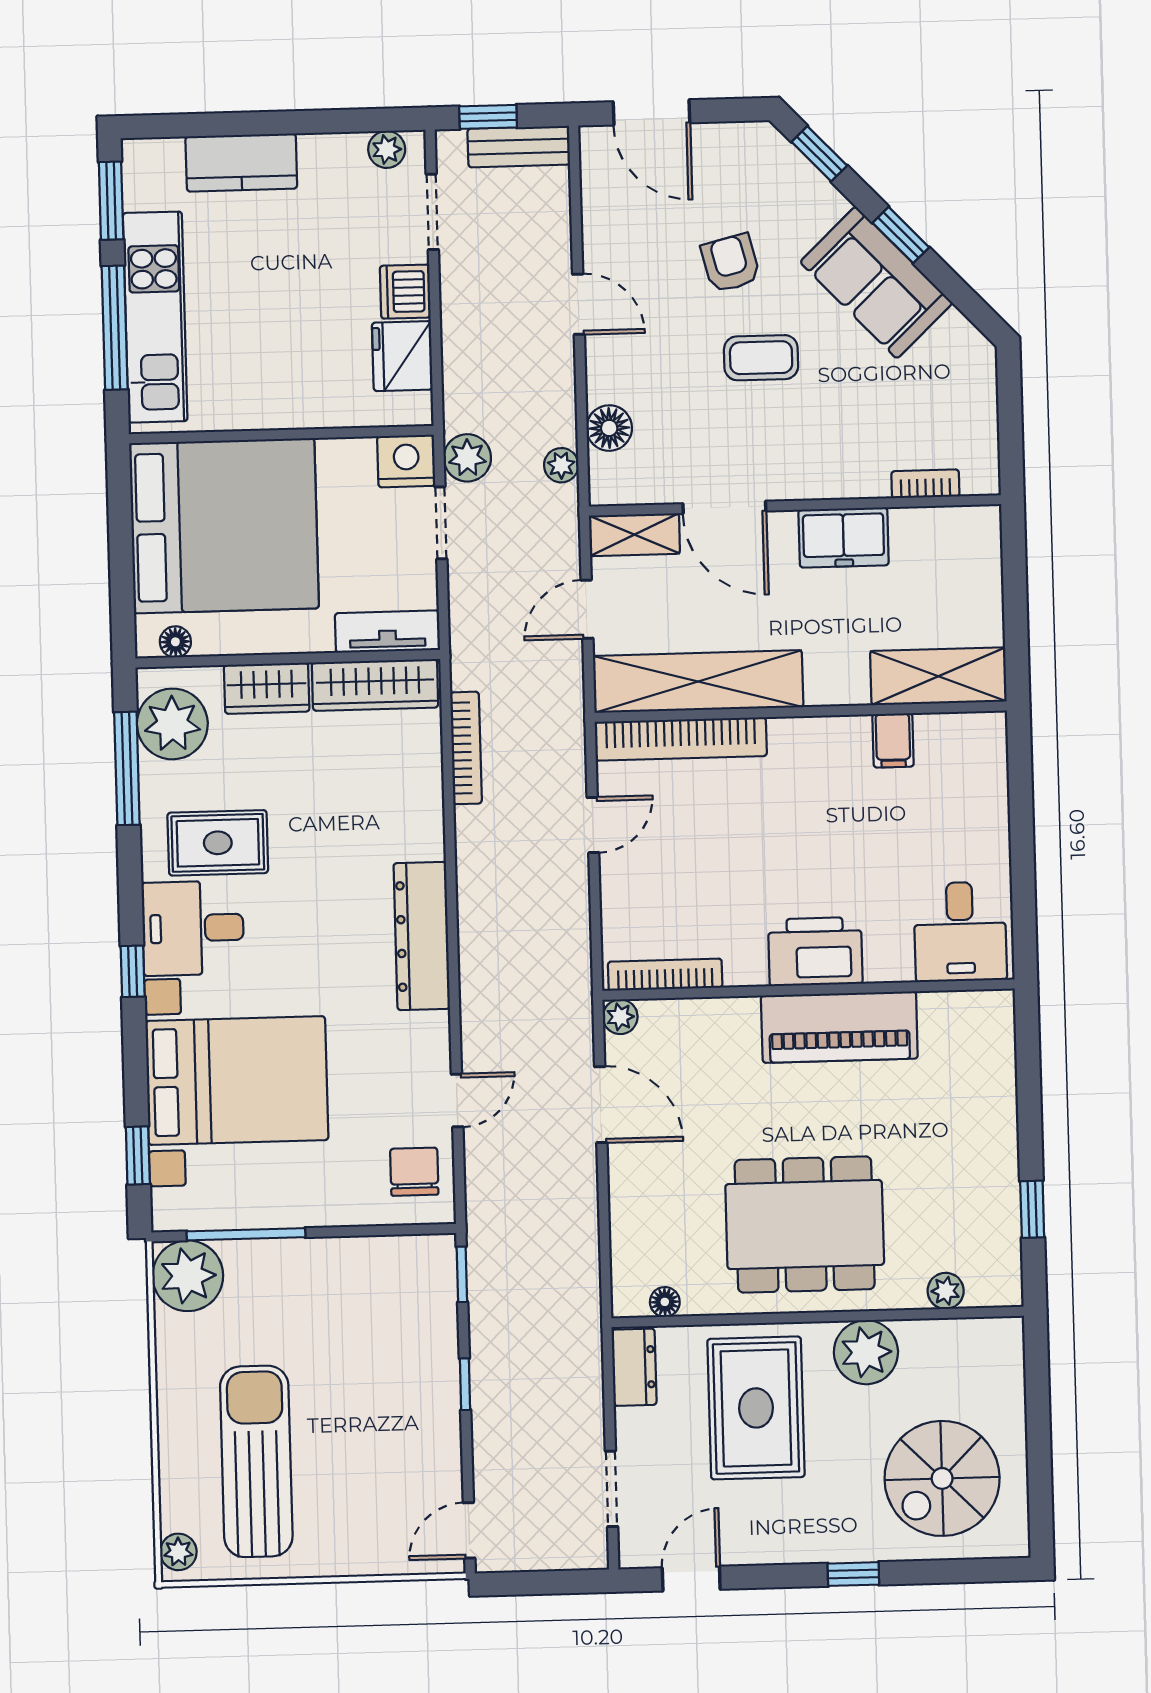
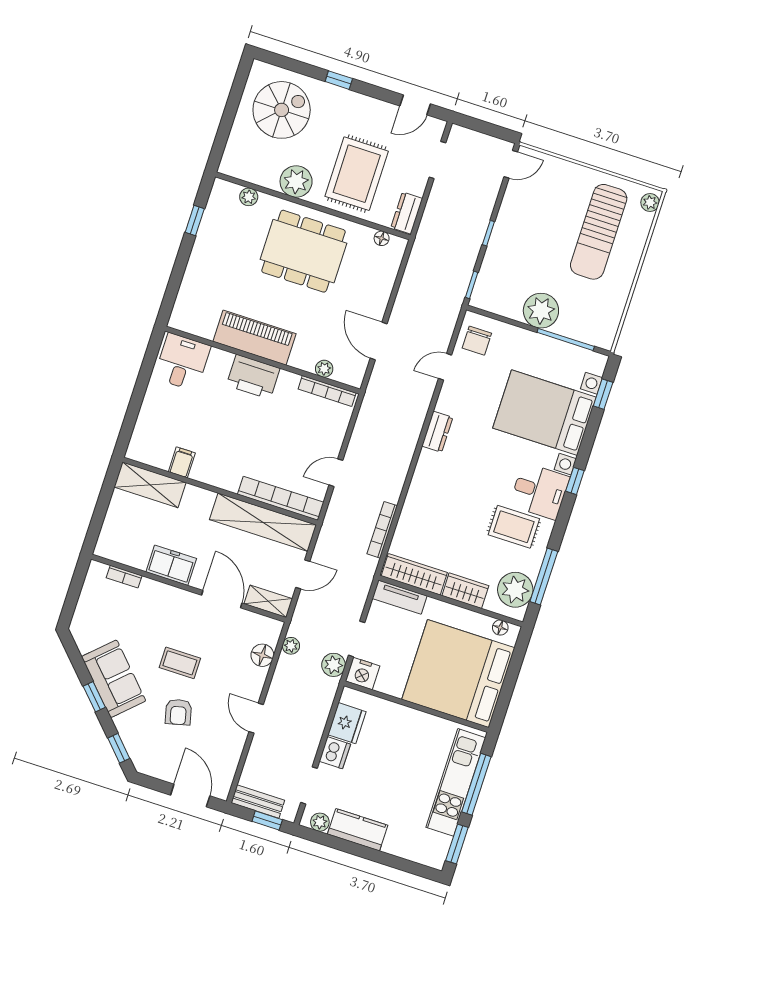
kitchen counter: (241, 163) -> (358, 830), moved
dresser: (422, 936) -> (437, 432), width x0.51, depth x0.80
plant: (620, 1017) -> (324, 369), moved
plant: (188, 1276) -> (541, 311), moved

